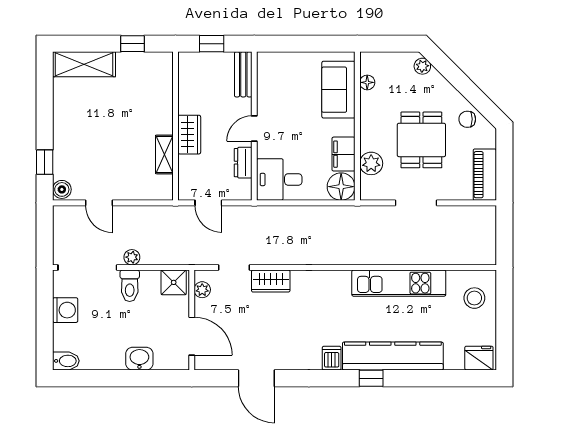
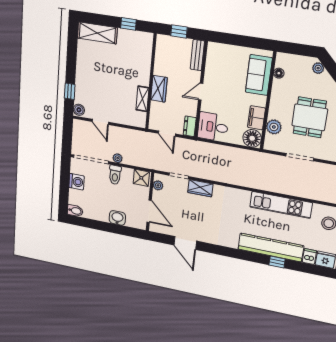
dresser: (243, 163) -> (190, 126), moved
dishwasher: (332, 358) -> (309, 257), moved
window: (371, 378) -> (277, 262), moved

